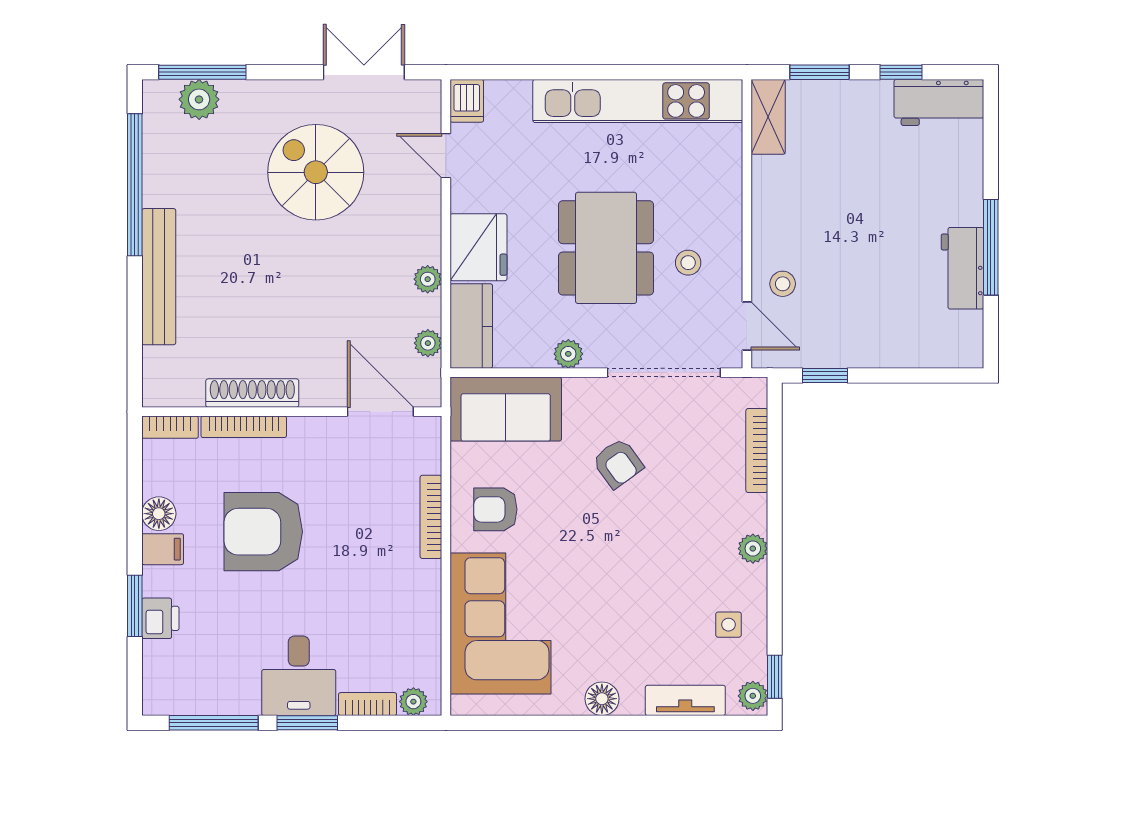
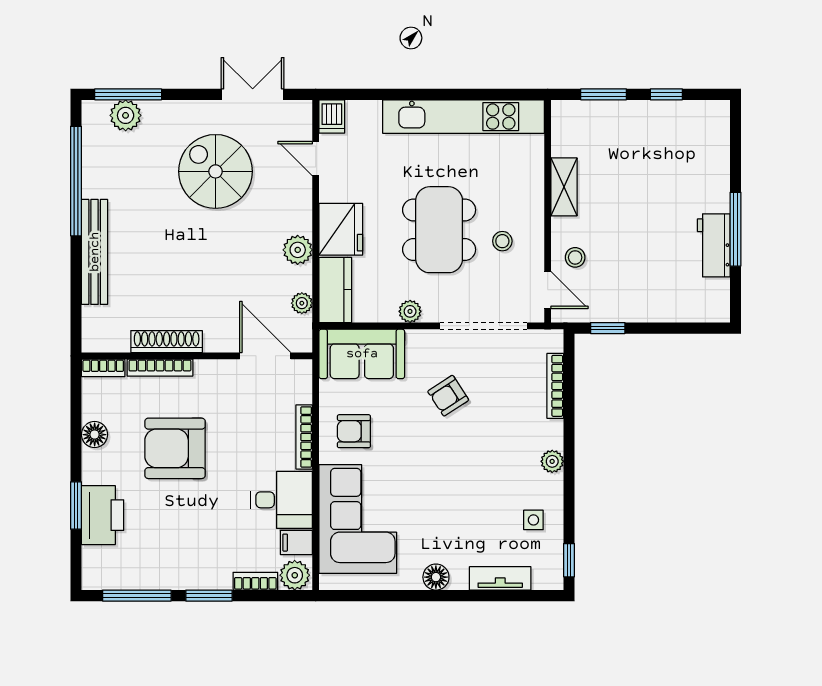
workbench: (939, 102) -> (696, 118), removed
shelving: (768, 117) -> (564, 187), moved
plant: (428, 279) -> (298, 250), width x1.38, depth x1.38
armchair: (618, 463) -> (448, 396), turned 93
filing cabinet: (163, 549) -> (296, 543), moved, turned 180
printer: (160, 618) -> (103, 515), width x1.87, depth x1.48
desk: (299, 676) -> (282, 500), moved, turned -90
plant: (753, 696) -> (552, 575), removed
plant: (413, 702) -> (295, 575), width x1.38, depth x1.38

